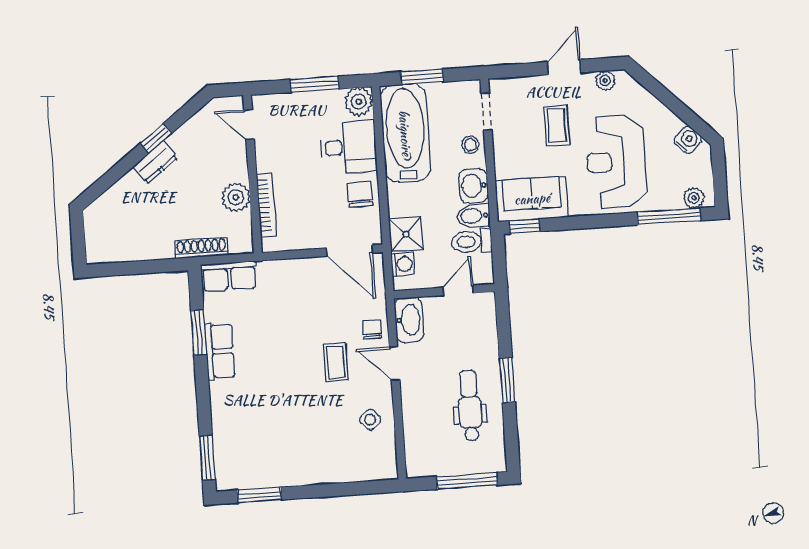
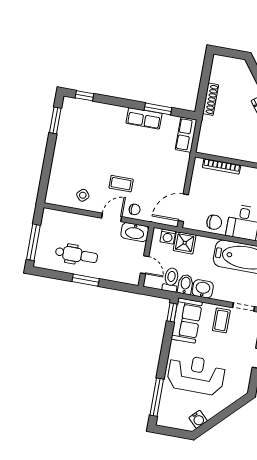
plant: (605, 81) -> (244, 380), removed
coffee table: (557, 125) -> (221, 320), moved, turned 90
stool: (470, 145) -> (227, 293), removed
plant: (236, 197) -> (231, 150), removed
plant: (694, 198) -> (164, 414), removed
shoe rack: (201, 248) -> (211, 99), moved
window: (207, 458) -> (84, 96), width x0.67

